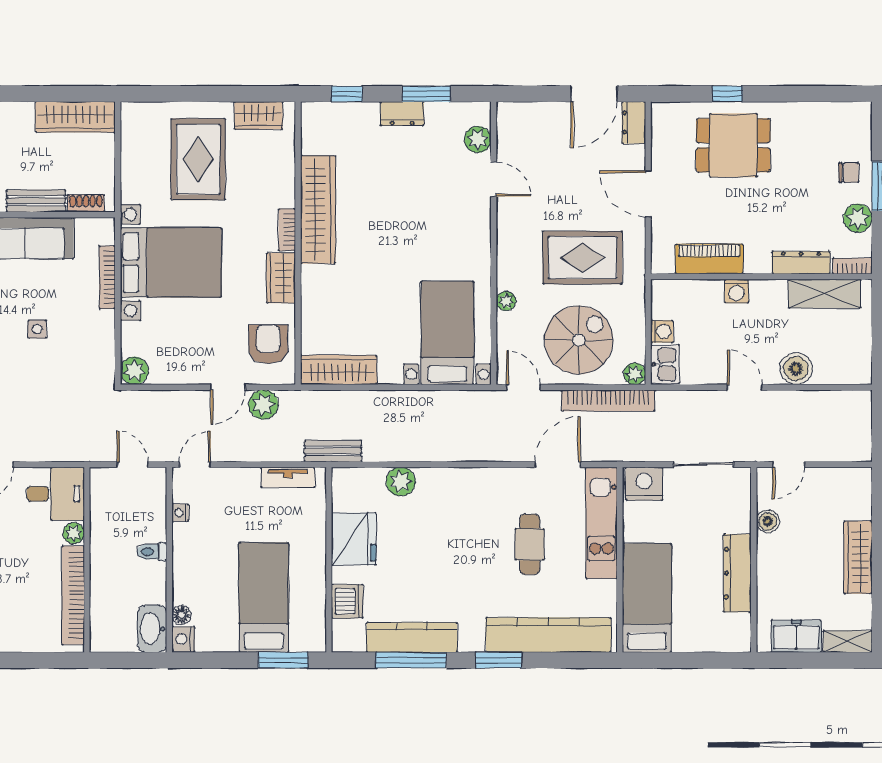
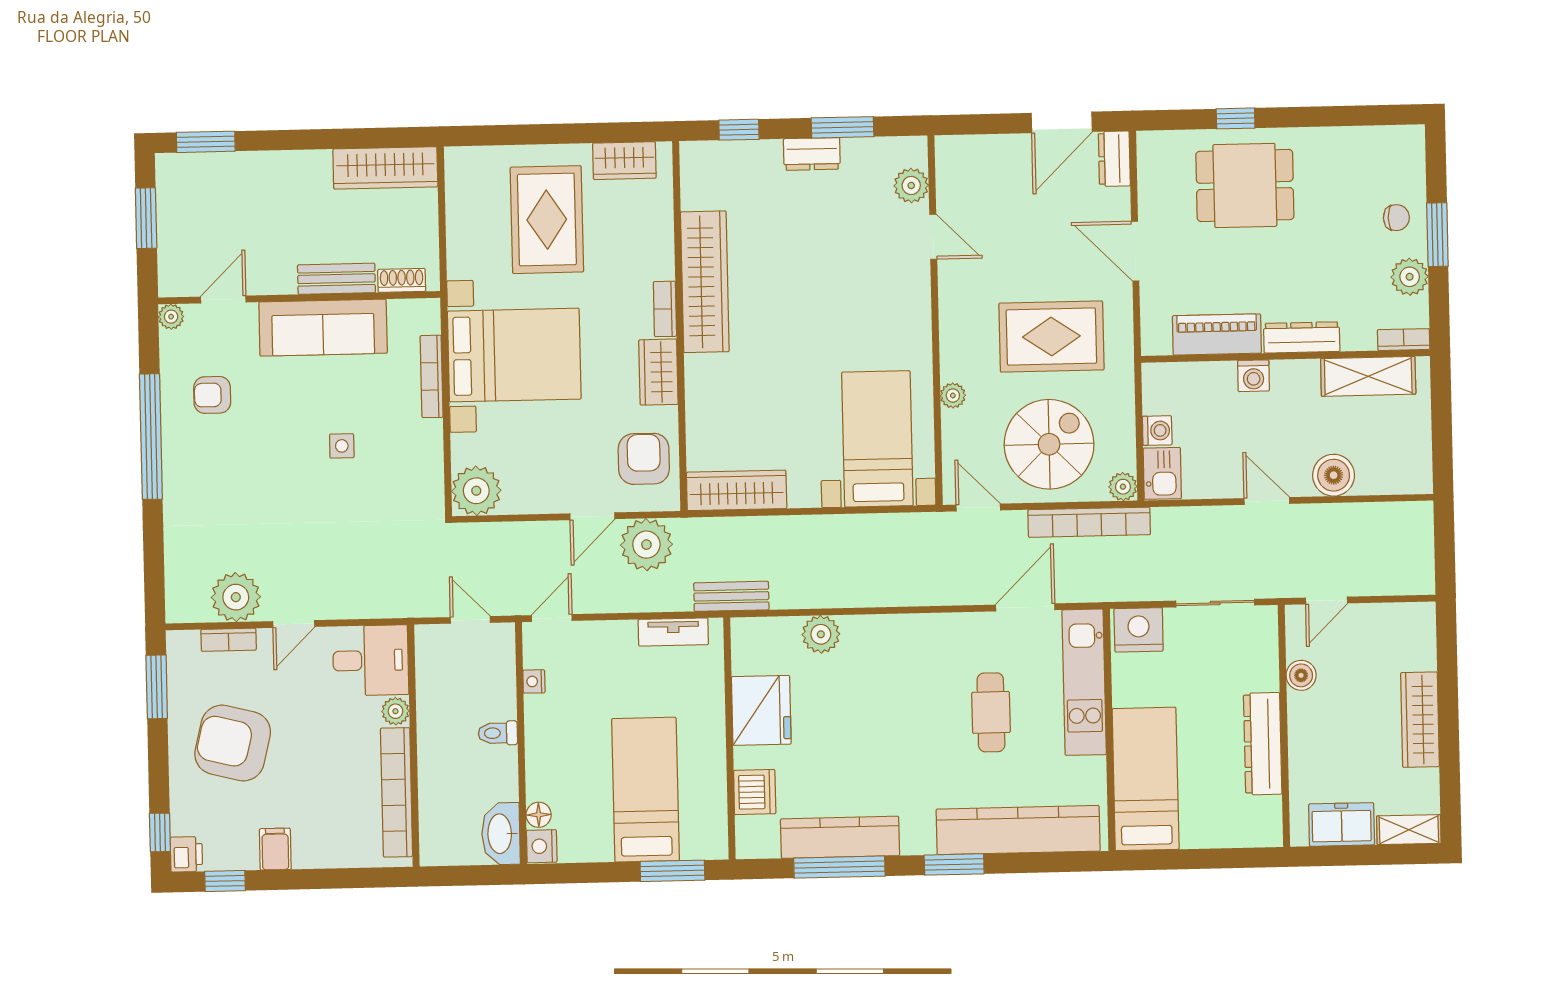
dresser: (801, 263) -> (1302, 337), moved
plant: (134, 371) -> (476, 491), width x1.36, depth x1.36
plant: (263, 405) -> (646, 545), width x1.36, depth x1.36

